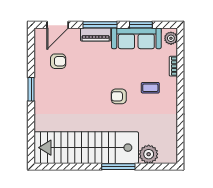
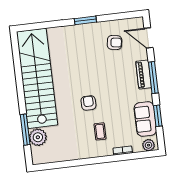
sofa: (136, 38) -> (145, 119), width x0.73
armchair: (58, 61) -> (114, 43), turned -82
window: (118, 167) -> (25, 130), moved

